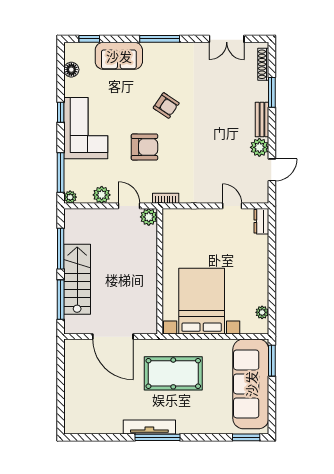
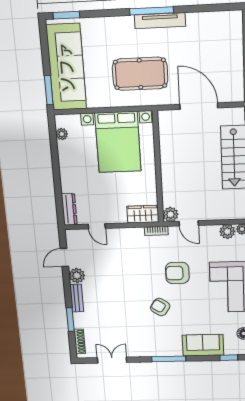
plant: (102, 195) -> (227, 231), moved
wardrobe: (179, 218) -> (143, 214), added
dresser: (261, 221) -> (69, 209), width x1.44

